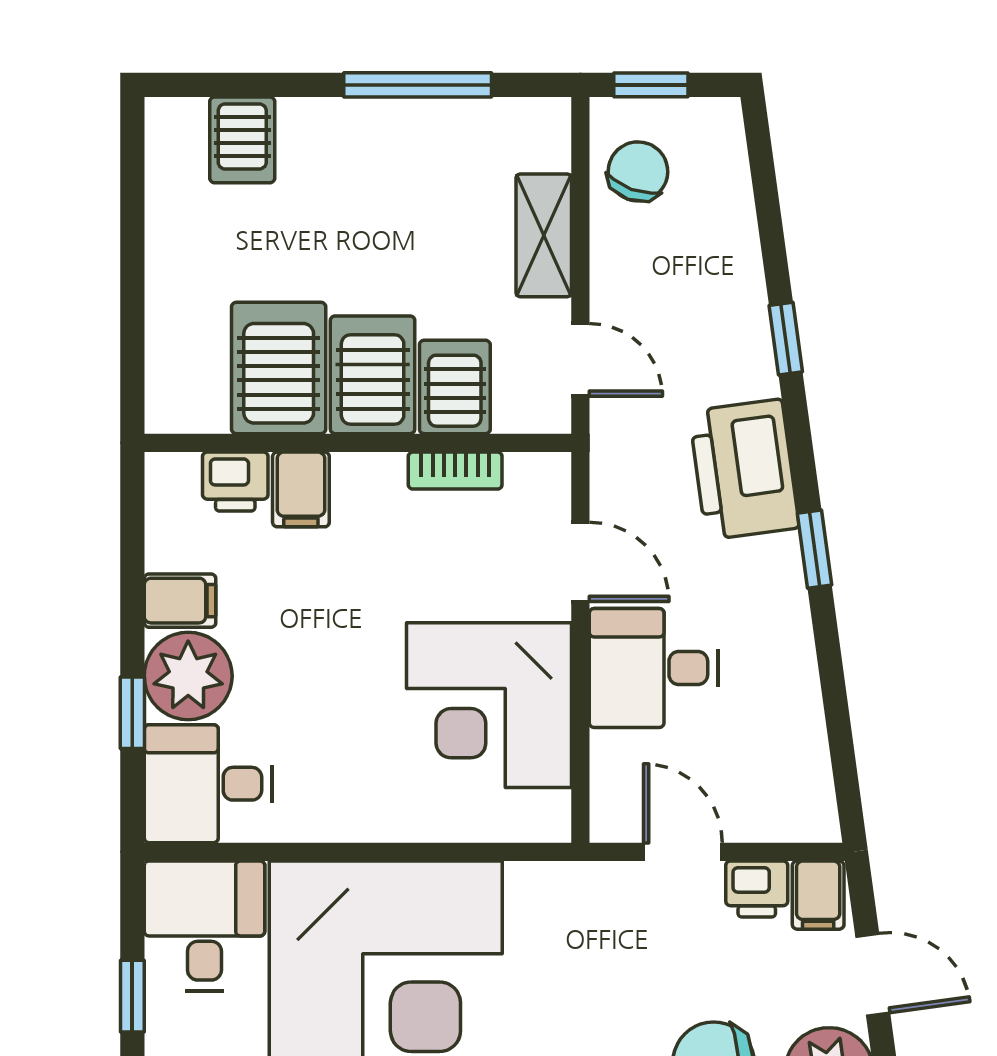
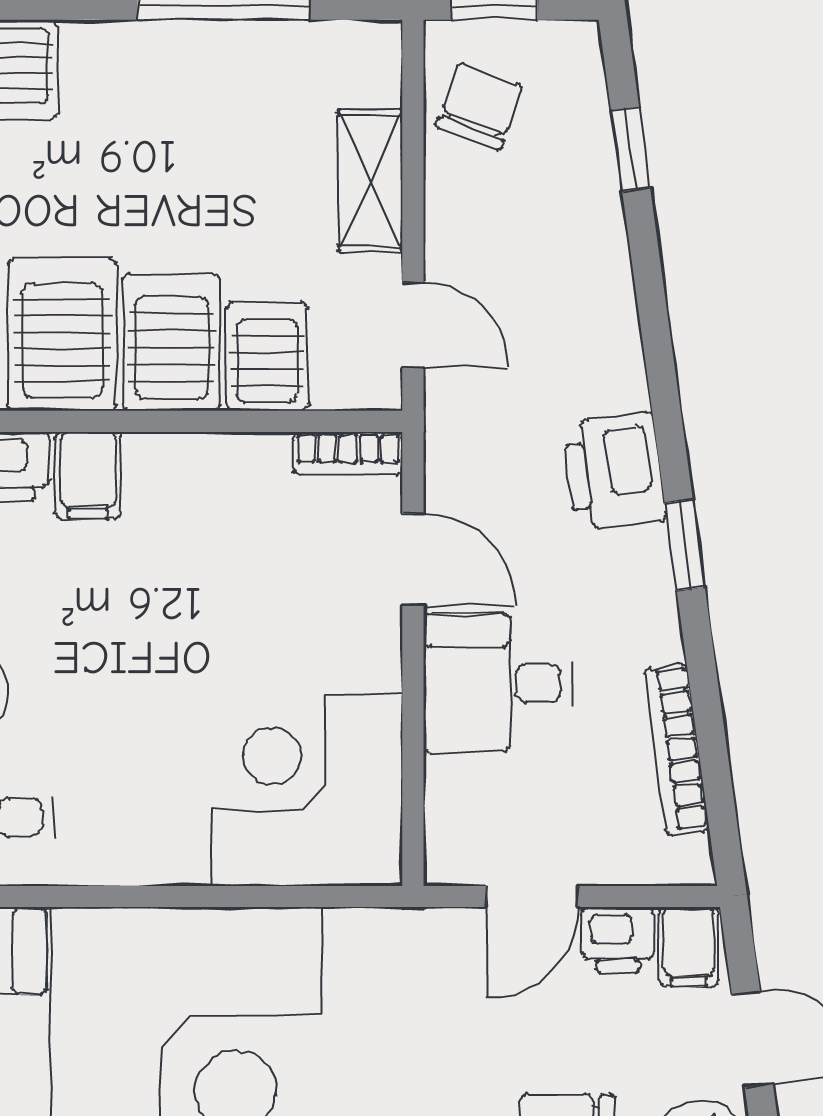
window: (786, 339) -> (631, 149), moved
printer: (744, 470) -> (615, 472), width x0.73, depth x0.84
bookcase: (455, 471) -> (348, 454), moved
corner desk: (489, 705) -> (307, 790), moved, turned 90
bookcase: (808, 725) -> (677, 749), added
door: (683, 852) -> (532, 897), swing flipped

